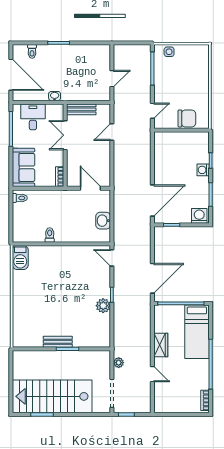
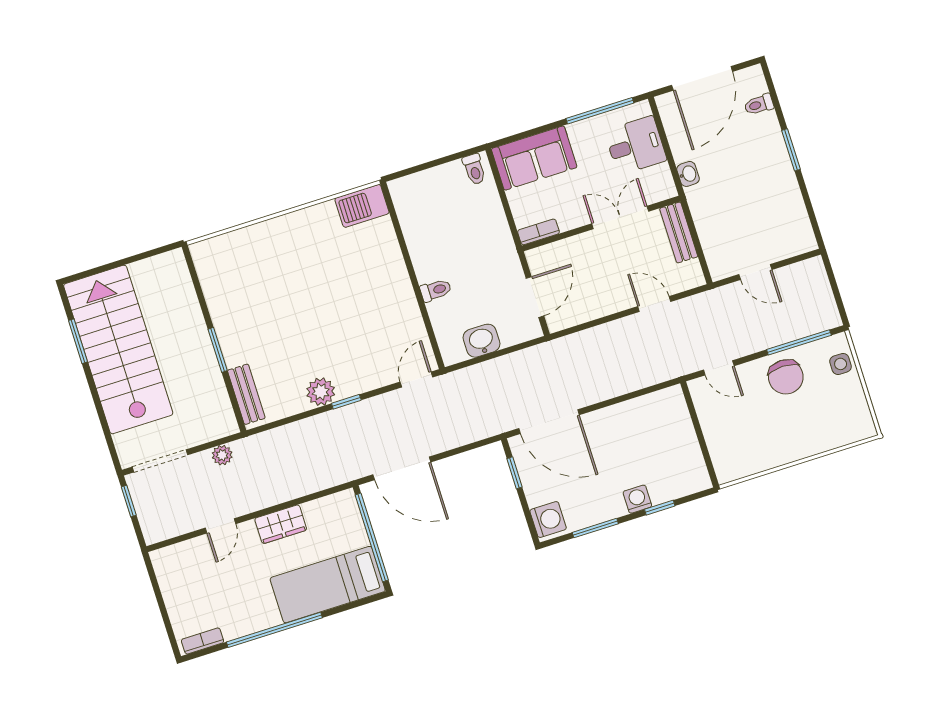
chair: (187, 118) -> (786, 377), moved
toilet: (50, 235) -> (436, 290), moved
bench: (58, 342) -> (246, 394), moved

